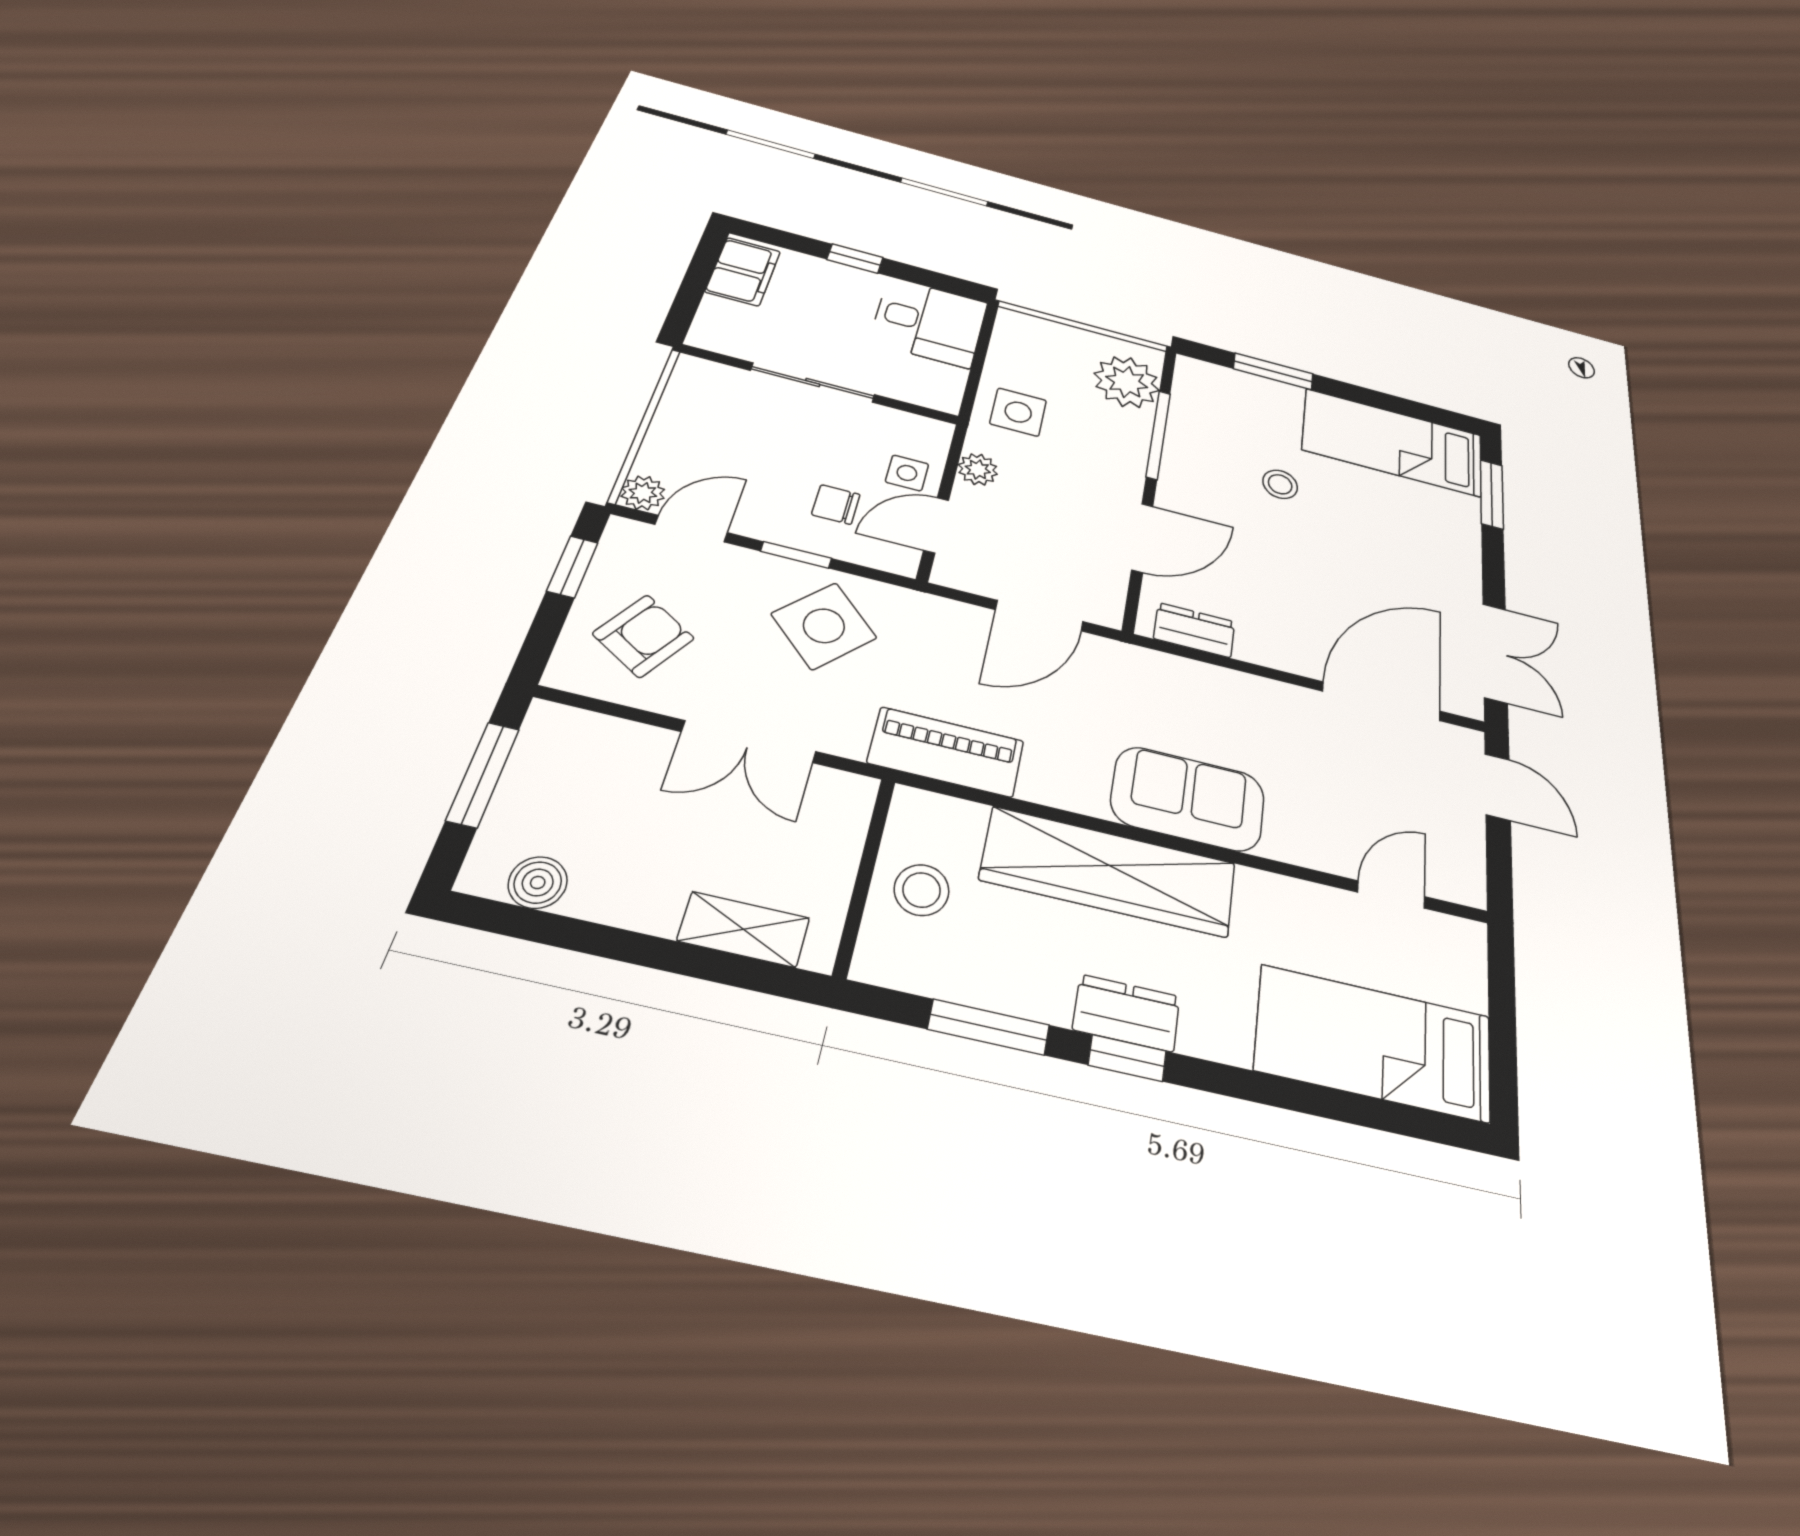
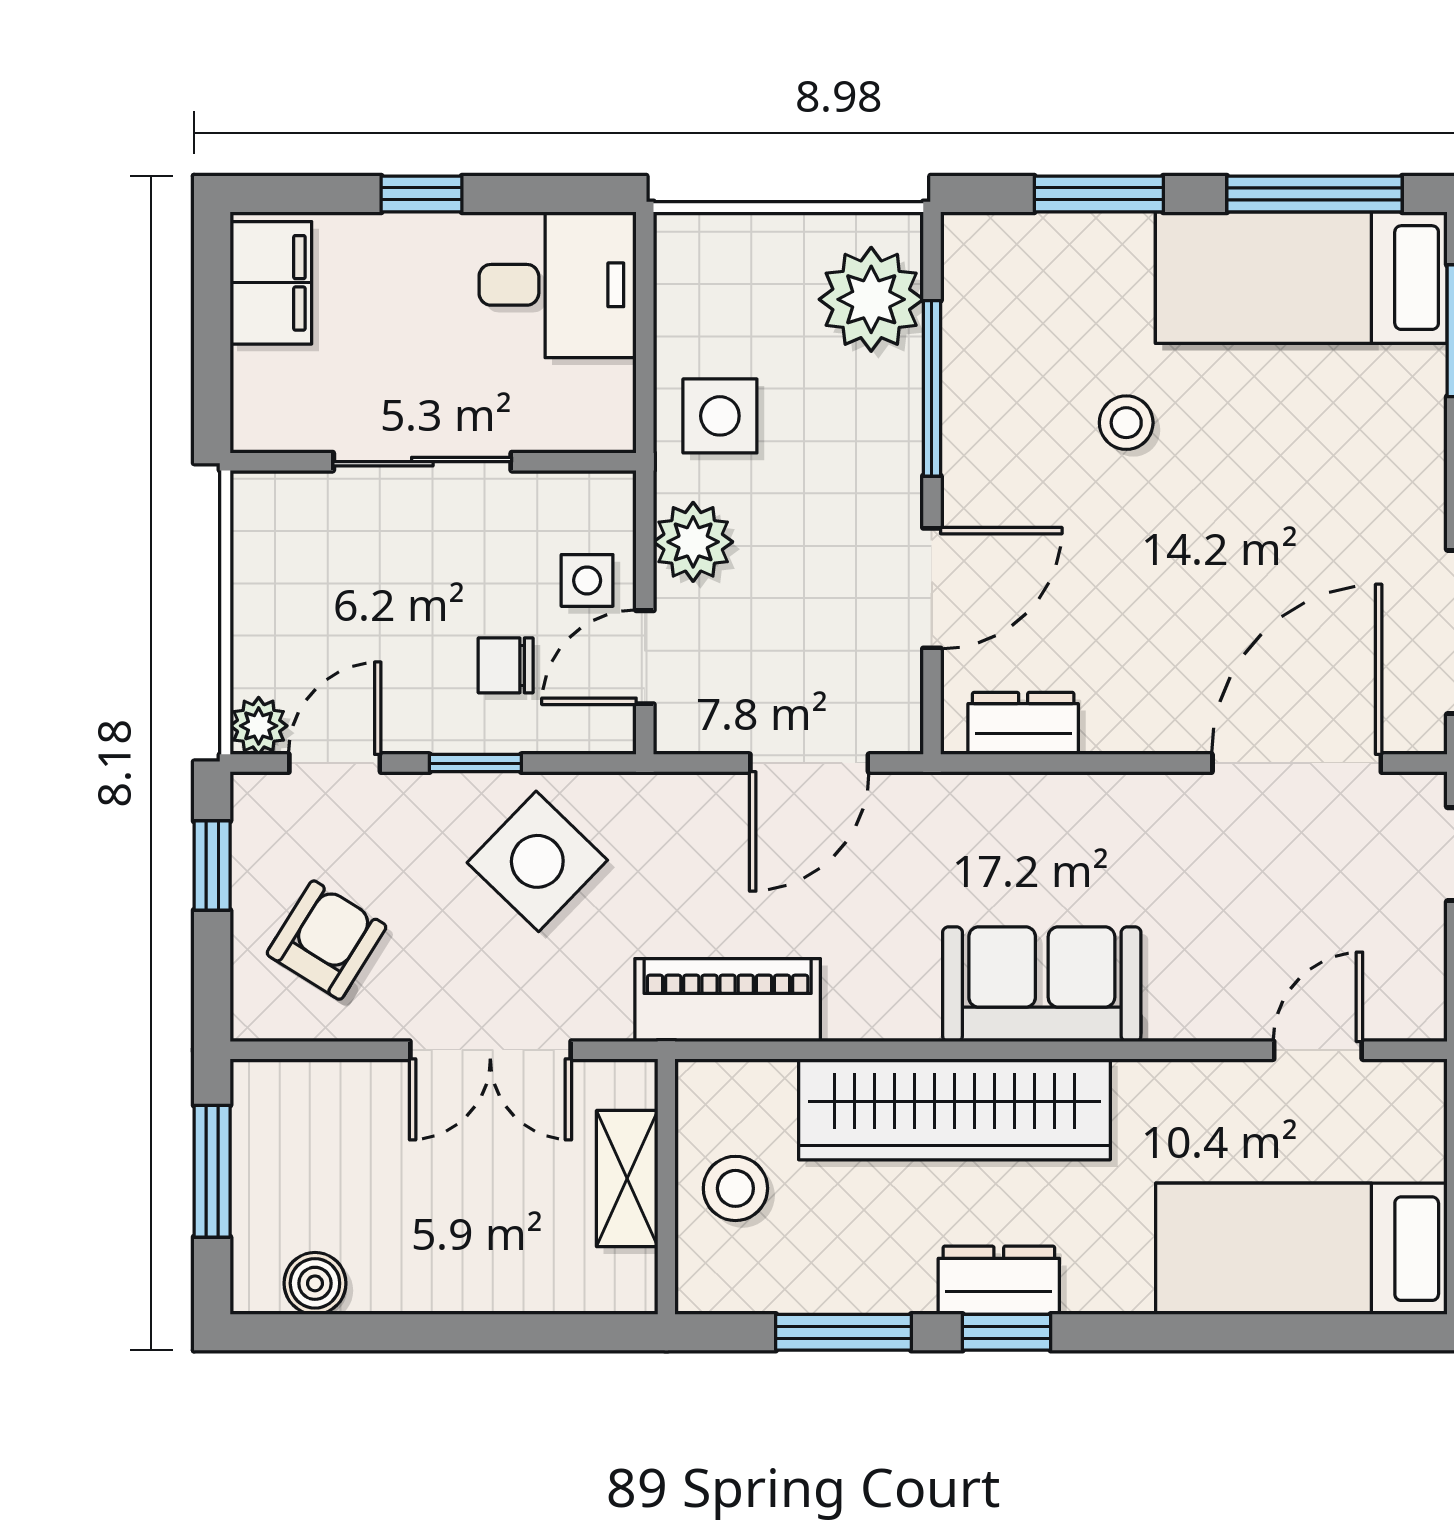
window: (1402, 406) -> (1314, 194), added
plant: (978, 469) -> (693, 542), width x1.38, depth x1.38
shelving: (744, 929) -> (627, 1179), moved, turned 90

